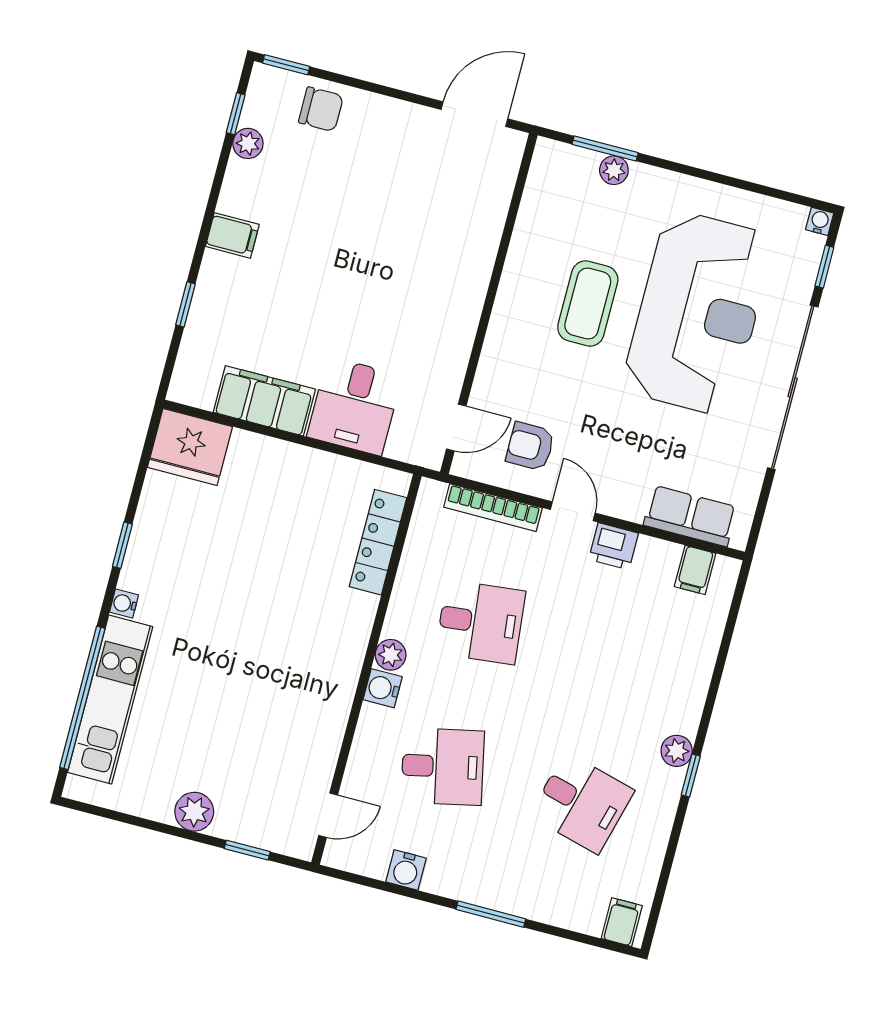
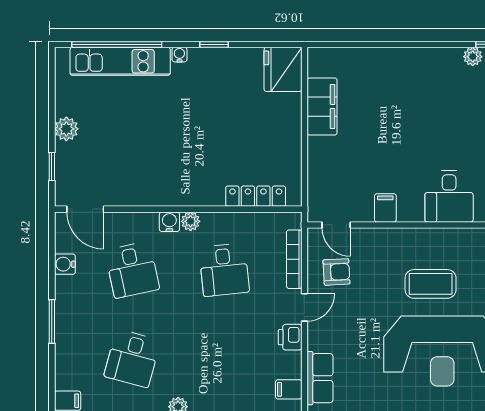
filing cabinet: (232, 235) -> (385, 208), moved, turned 180
window: (186, 304) -> (367, 44), removed
desk: (354, 406) -> (449, 196), moved, turned -90
armchair: (530, 446) -> (336, 272), turned 87
door: (328, 815) -> (85, 209), width x1.38

